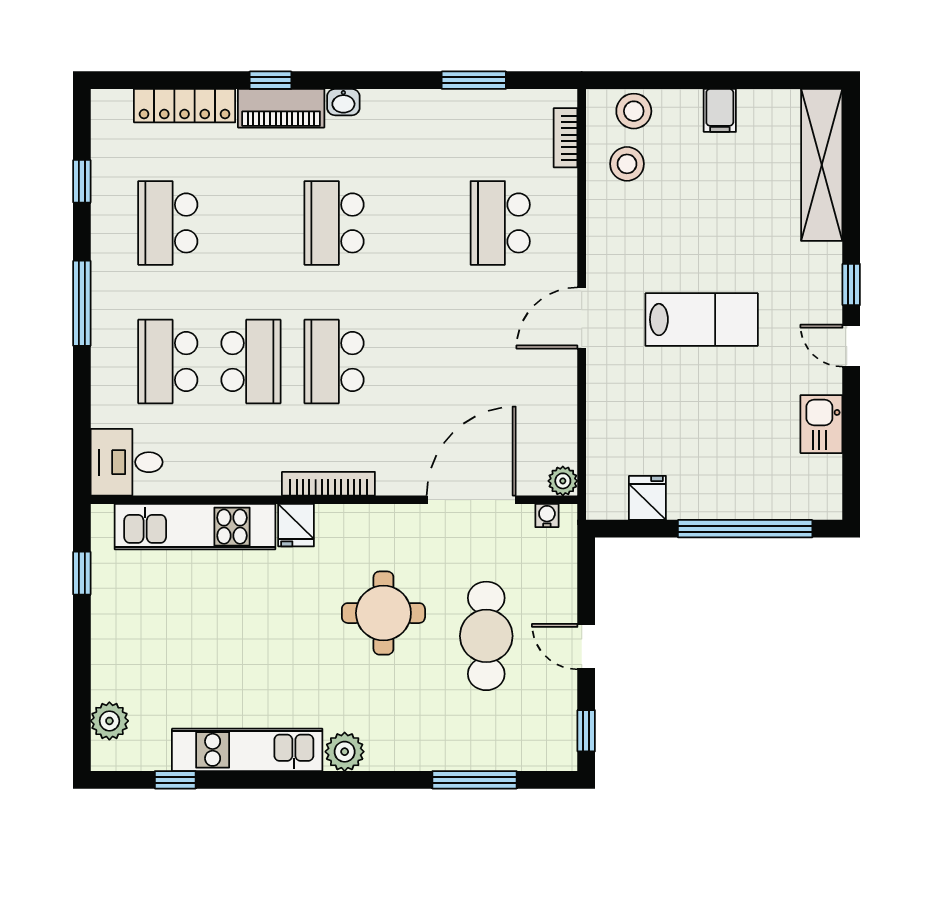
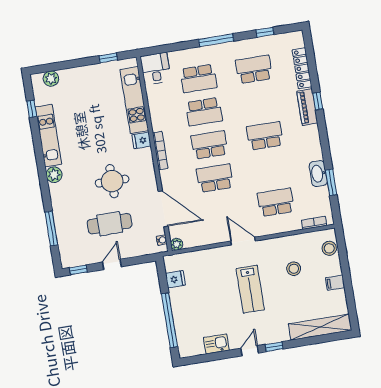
washbasin: (343, 102) -> (318, 174), moved, width x1.91, depth x1.45
stool: (627, 164) -> (294, 269), moved
school desk: (168, 362) -> (199, 78), turned 180
school desk: (417, 362) -> (215, 178), added

